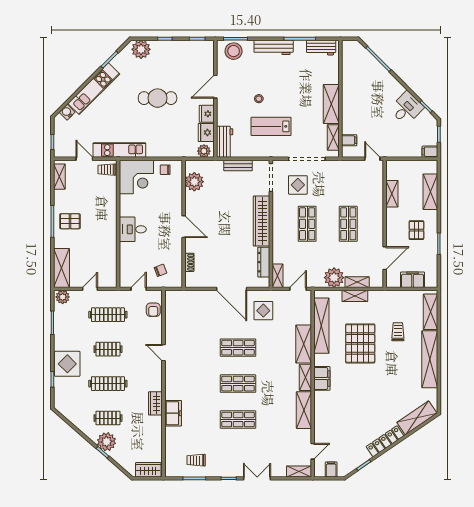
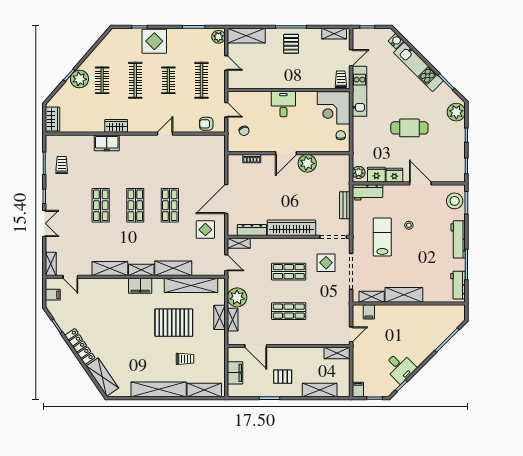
cafe table: (158, 98) -> (409, 128), turned 90
plant: (194, 182) -> (307, 163), moved
shelving: (392, 194) -> (337, 353), moved

